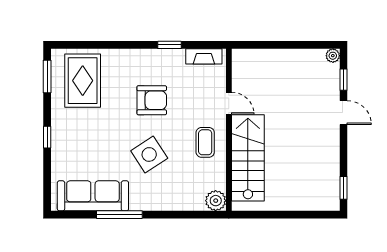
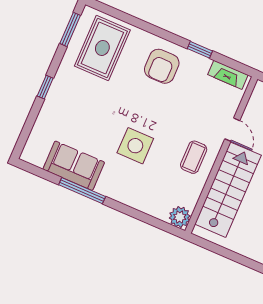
armchair: (152, 100) -> (162, 66), moved, turned 90
side table: (149, 154) -> (135, 146), turned 33
sofa: (93, 196) -> (74, 166), width x0.73

